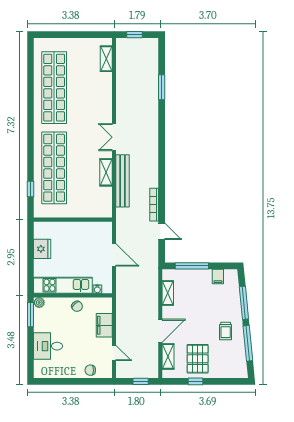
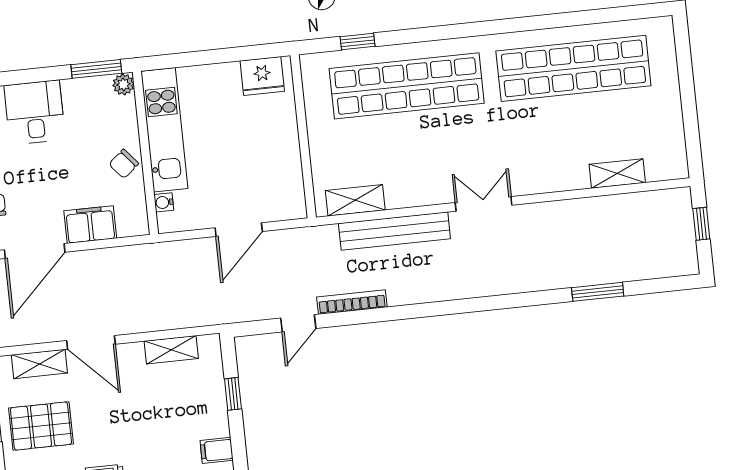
shelving: (106, 59) -> (617, 173), moved
shelving: (106, 172) -> (355, 200), moved
fridge: (42, 249) -> (262, 76), moved
window: (192, 266) -> (233, 394), width x0.46
door: (114, 353) -> (35, 251), width x1.87

